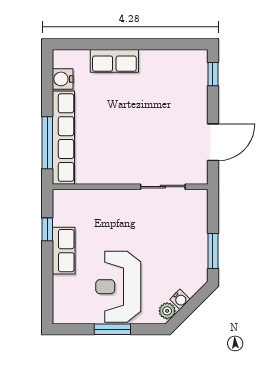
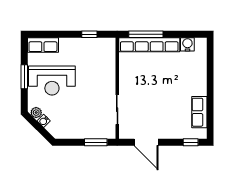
row of seats: (114, 61) -> (199, 112), moved
row of seats: (64, 251) -> (43, 45), moved
window: (213, 251) -> (96, 142), moved
reception desk: (118, 287) -> (52, 81), turned 180

